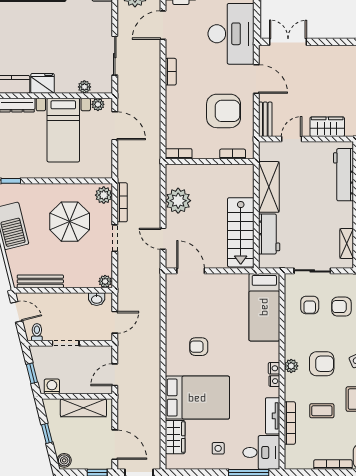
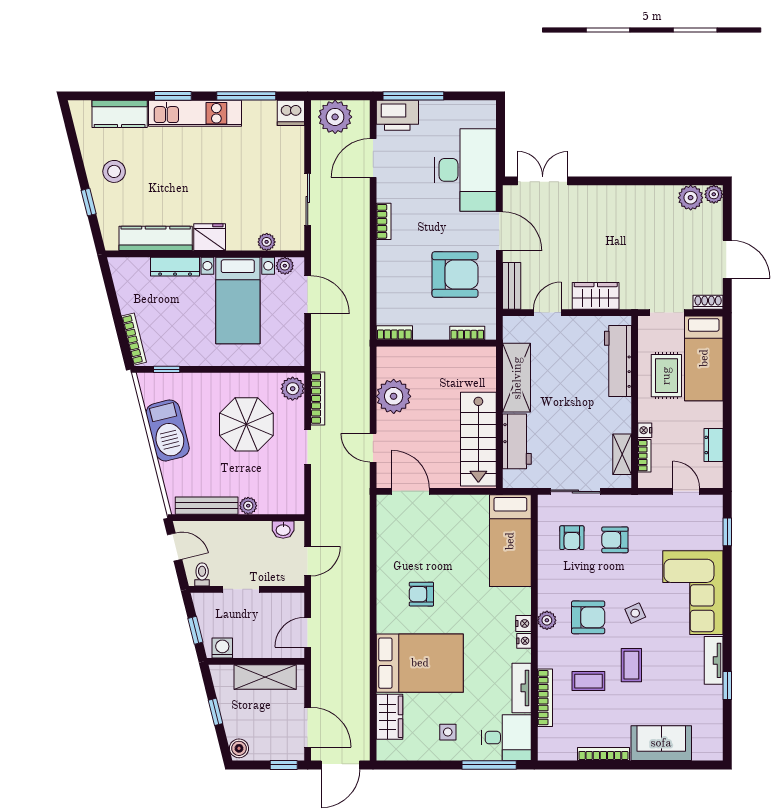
plant: (105, 281) -> (248, 506), moved

